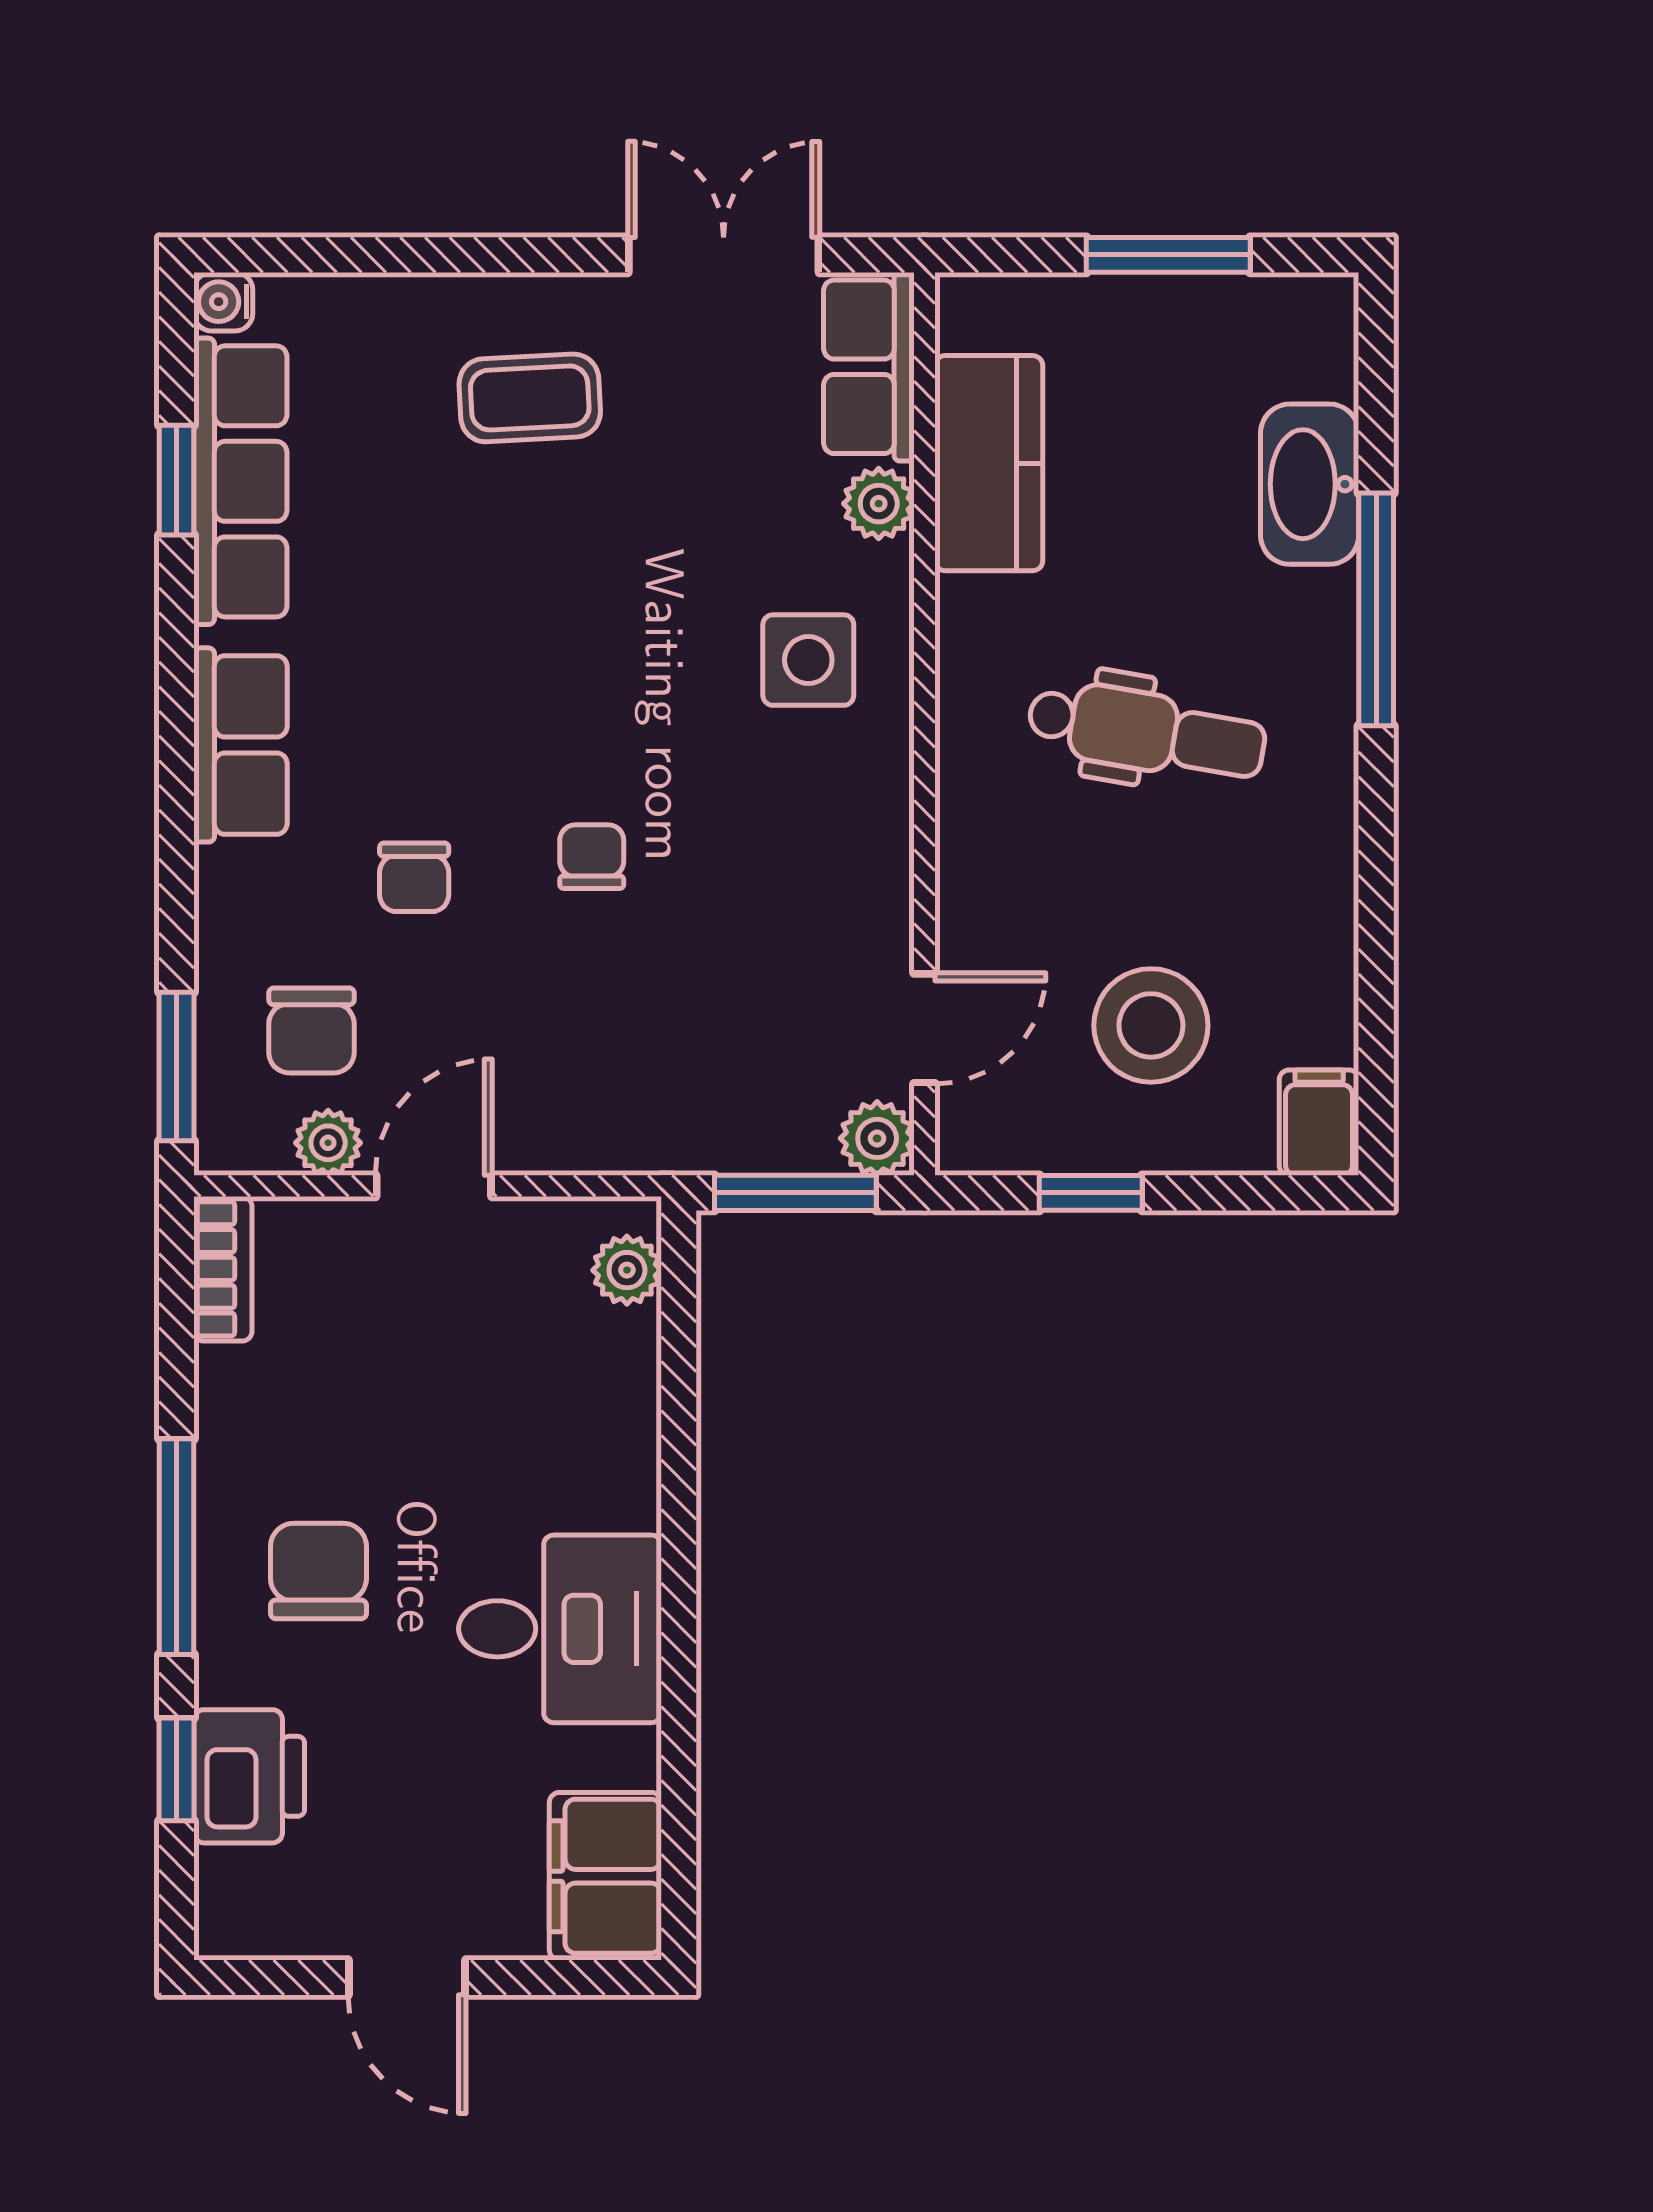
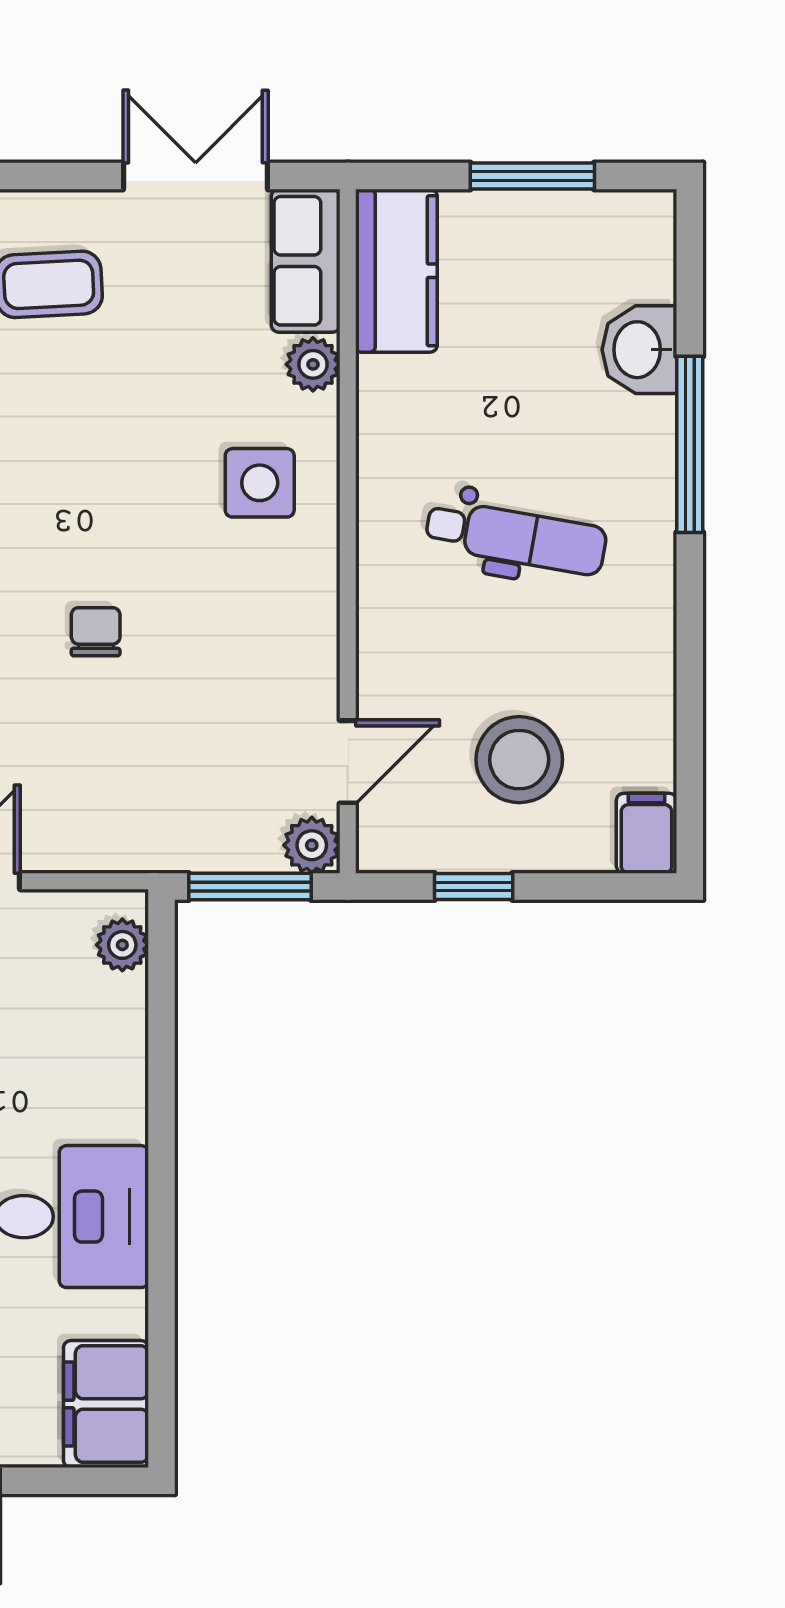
kitchen counter: (989, 463) -> (396, 271), moved
washbasin: (1310, 484) -> (639, 350), width x0.72

